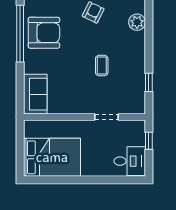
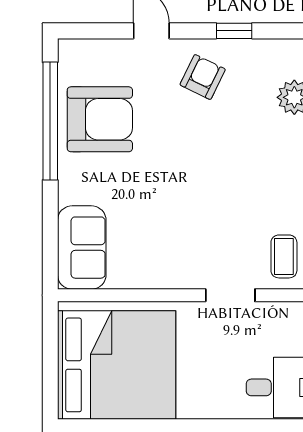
coffee table: (102, 66) -> (284, 256), moved
bed: (52, 157) -> (117, 365), width x1.36

